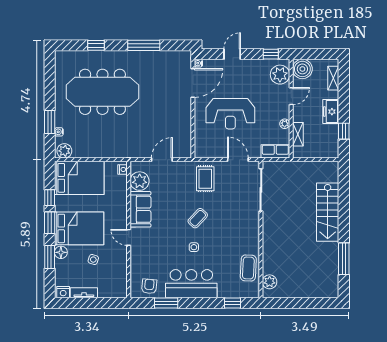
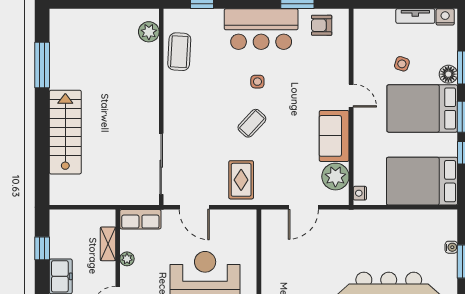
plant: (64, 151) -> (443, 220), removed
armchair: (149, 286) -> (322, 25), turned 85

